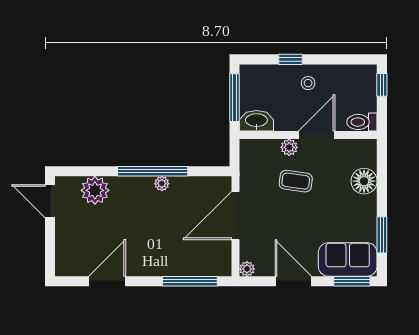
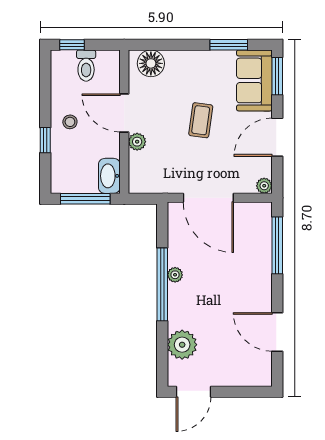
toilet: (362, 122) -> (86, 66), moved
coffee table: (296, 181) -> (201, 120), moved
floor lamp: (364, 181) -> (151, 63), moved

